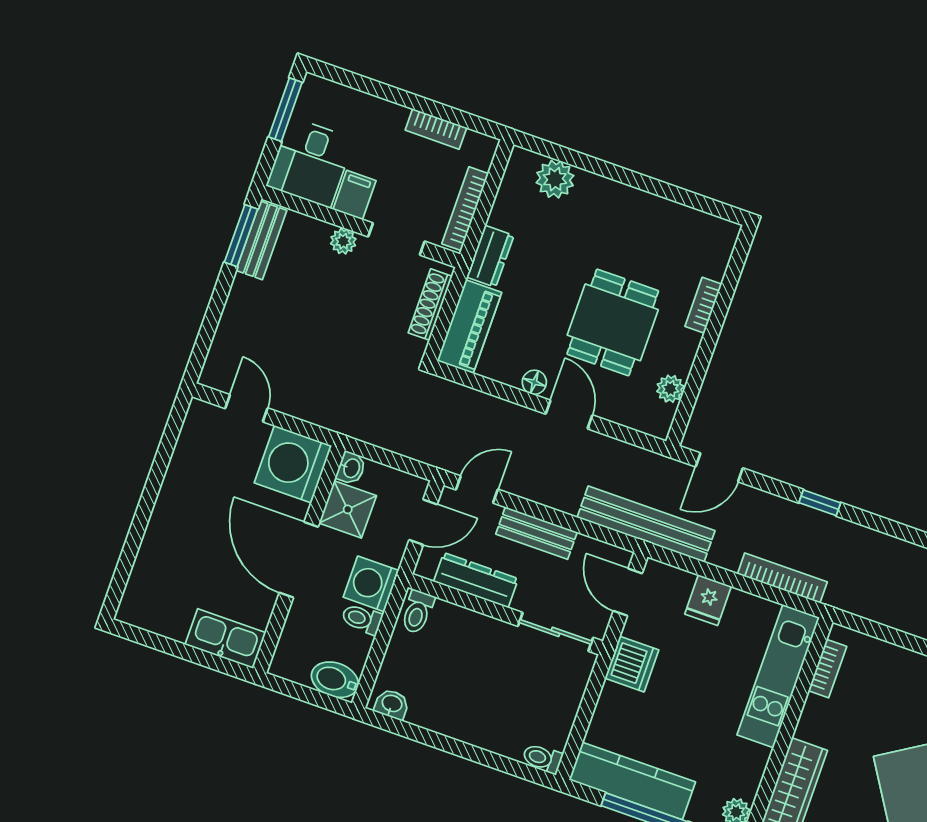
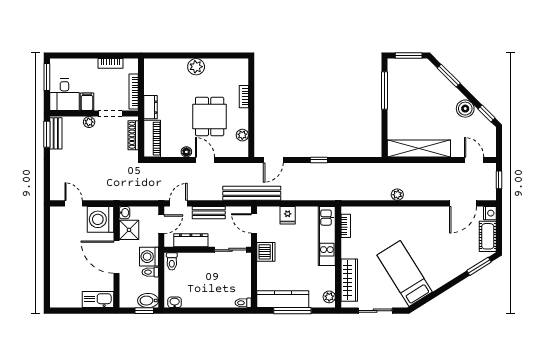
plant: (555, 179) -> (196, 67), moved
bookcase: (782, 578) -> (315, 196), removed
window: (318, 699) -> (144, 311), added

